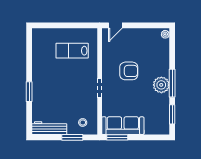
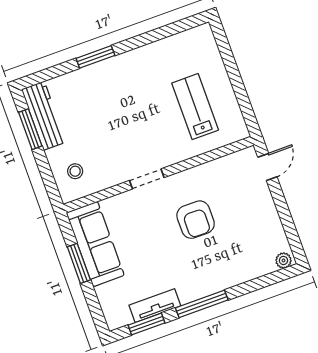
door: (115, 25) -> (267, 167), swing flipped
plant: (161, 85) -> (192, 286), removed
tv unit: (164, 107) -> (155, 306), added
window: (72, 137) -> (30, 129), moved
window: (117, 137) -> (79, 263), moved

